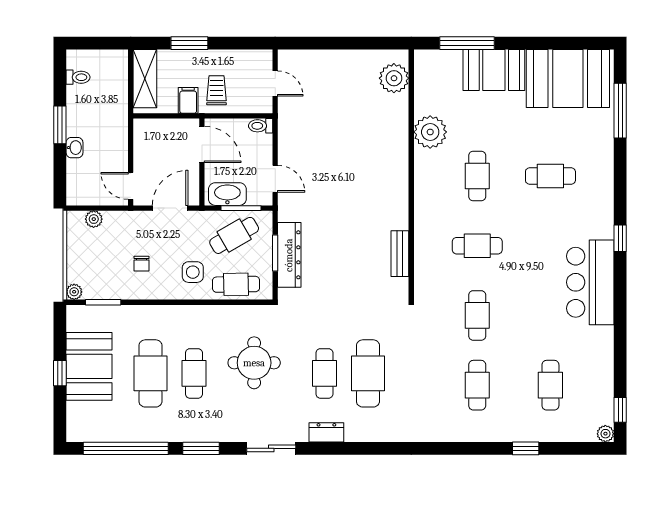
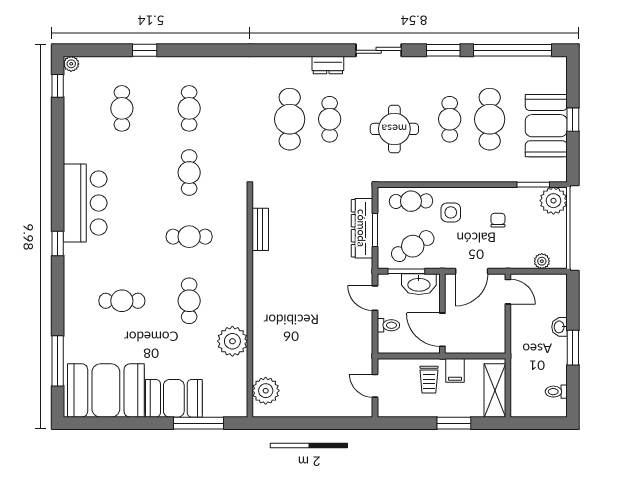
toilet: (261, 126) -> (388, 325), moved
plant: (74, 292) -> (553, 201), width x1.88, depth x1.88

